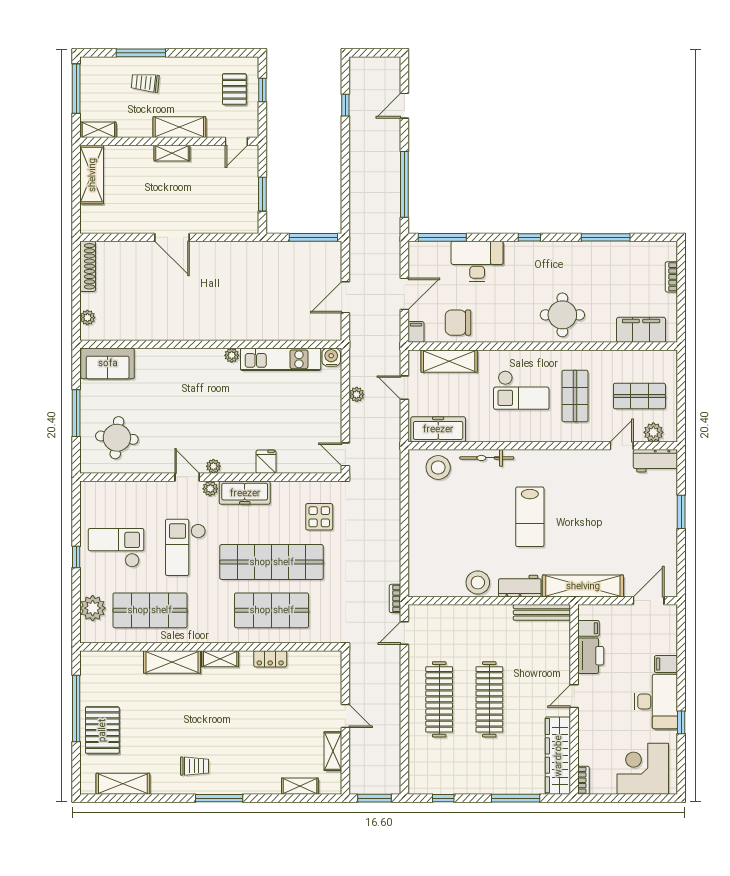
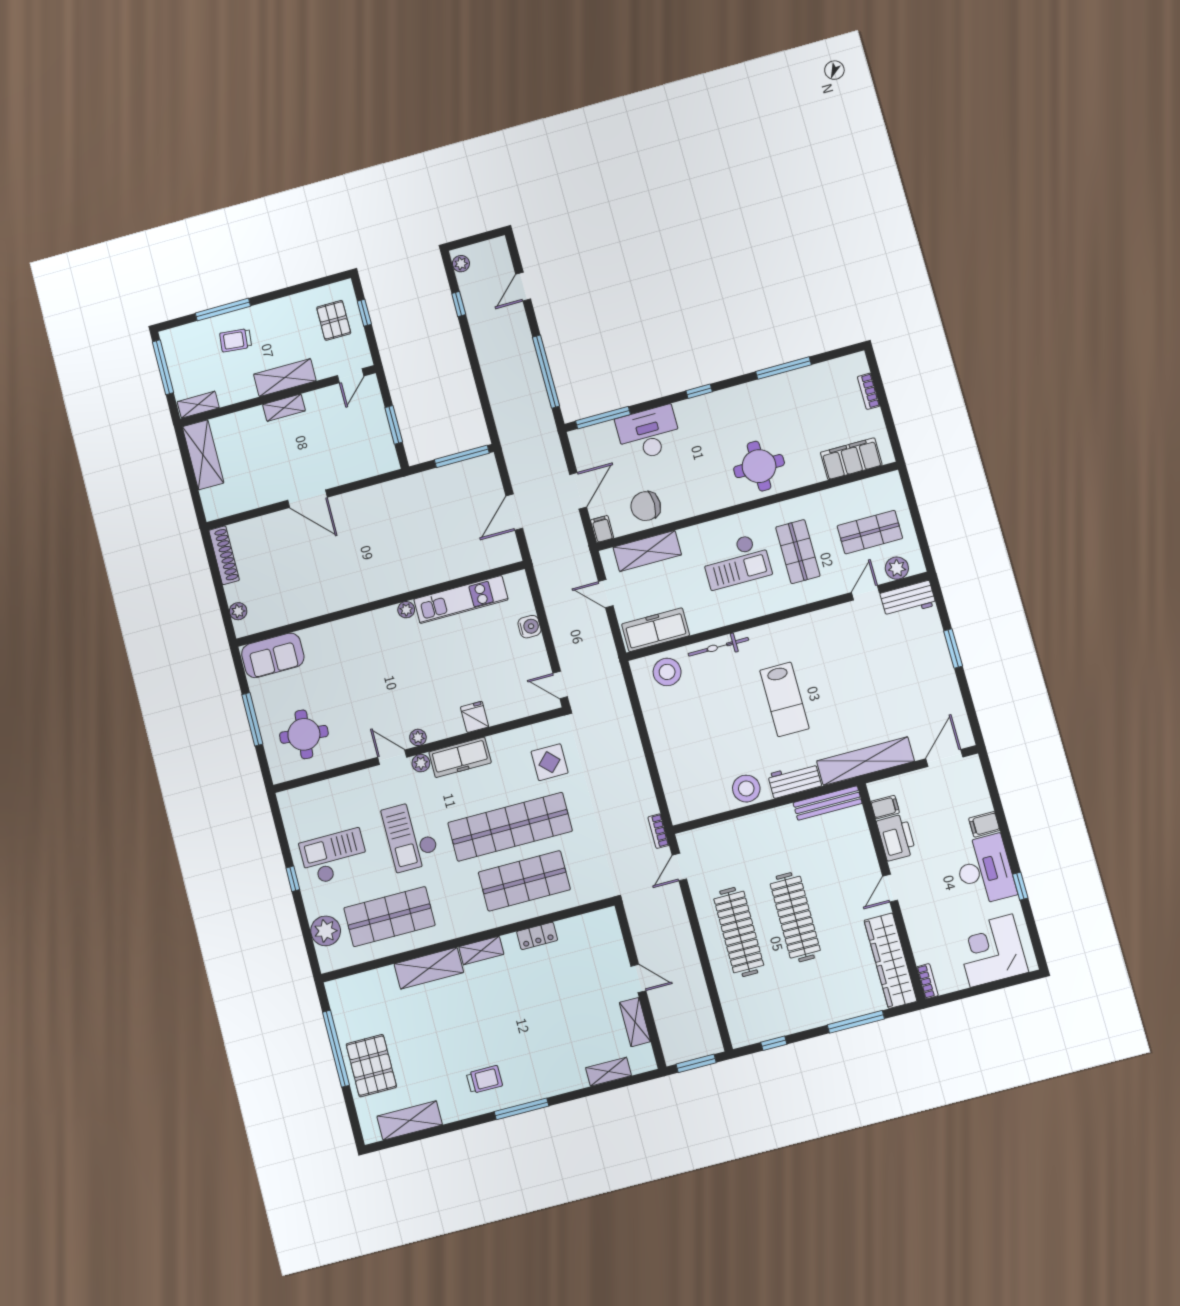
water cooler: (331, 357) -> (529, 627), moved, turned 90
plant: (357, 394) -> (461, 264), moved

